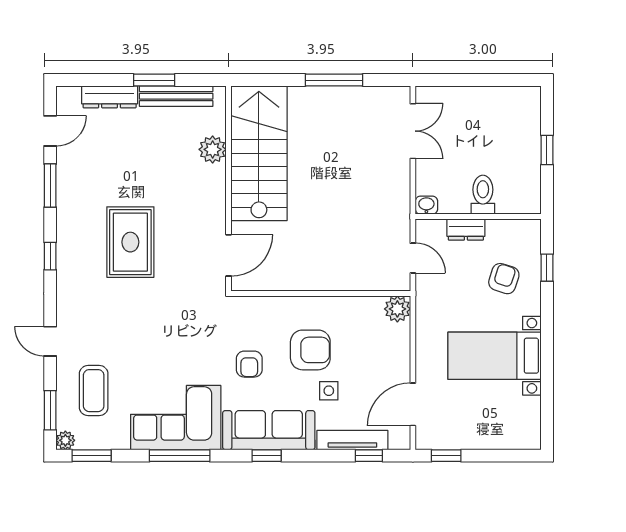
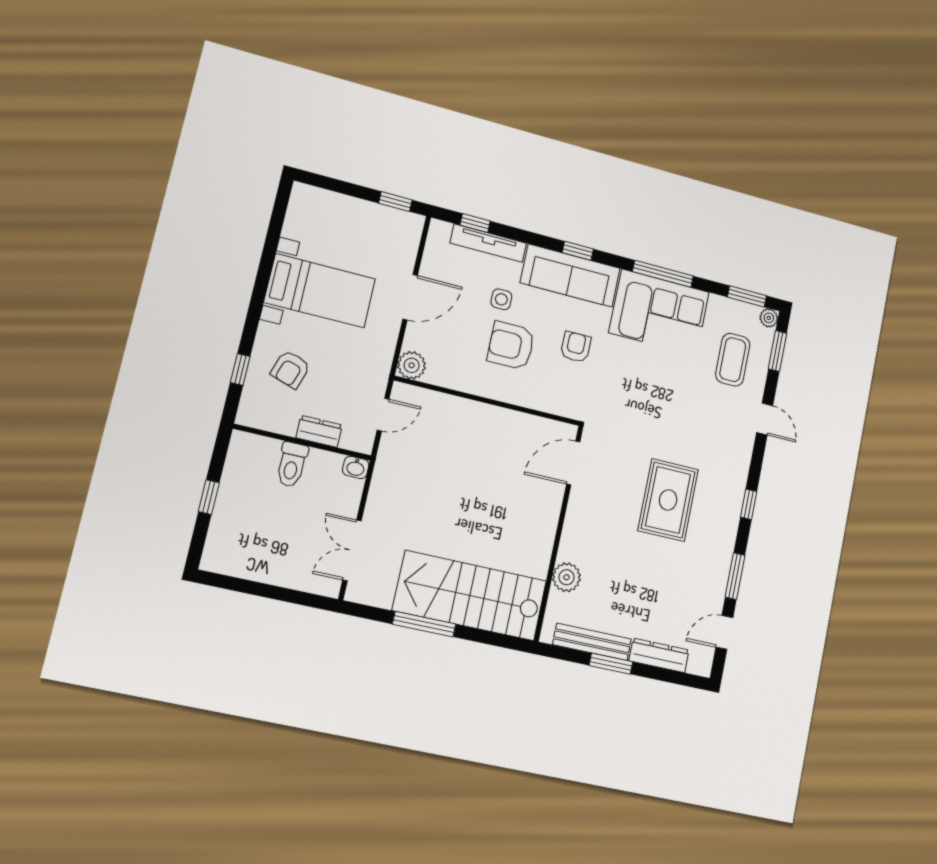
stairs: (259, 153) -> (470, 596), moved, turned 90
door: (413, 258) -> (383, 415), swing flipped
door: (413, 404) -> (410, 297), moved

